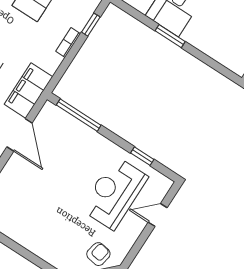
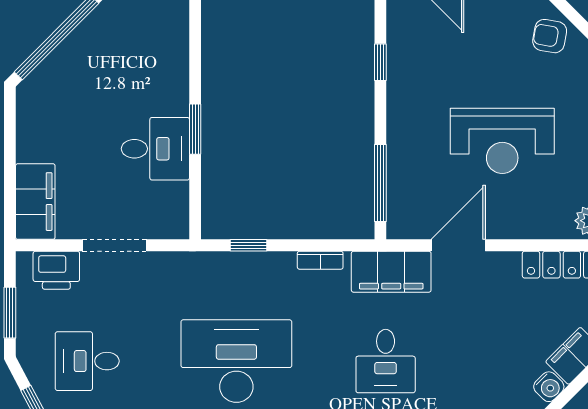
bookcase: (68, 42) -> (320, 260), moved
reception desk: (114, 193) -> (502, 141), moved

